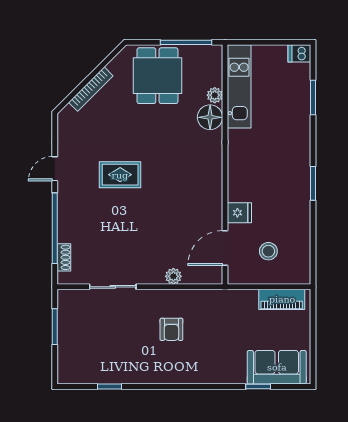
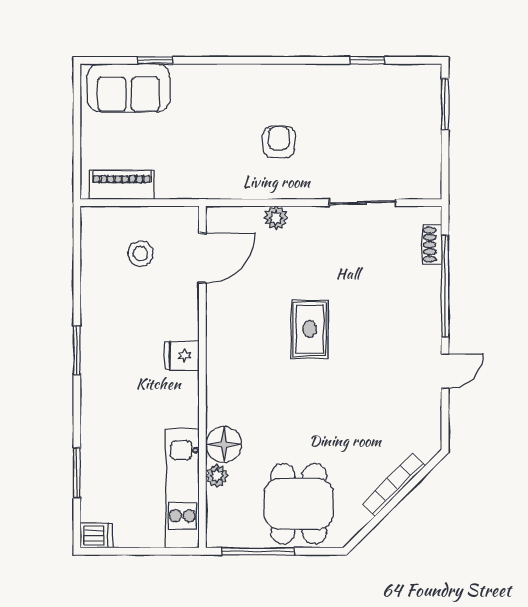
rug: (120, 175) -> (310, 329), moved, turned 90
fridge: (239, 213) -> (182, 356), moved
window: (55, 327) -> (445, 104), moved

